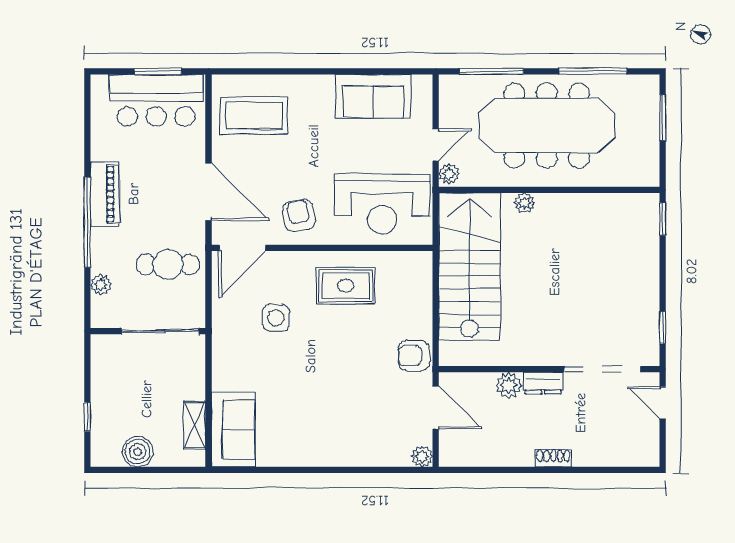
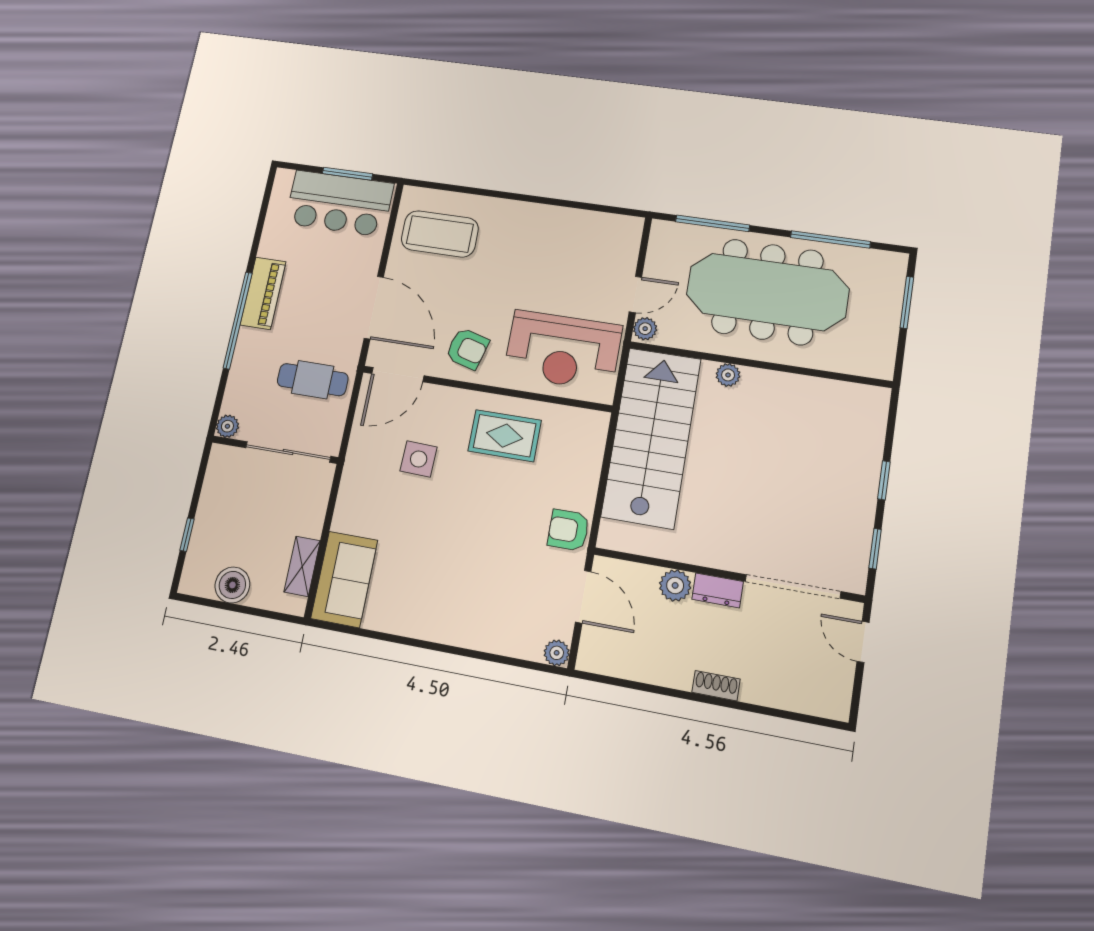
sofa: (373, 96) -> (575, 232), removed
armchair: (299, 215) -> (467, 349), turned 114
window: (663, 219) -> (884, 480), moved
plant: (101, 284) -> (227, 426), moved

